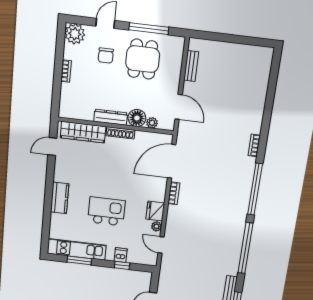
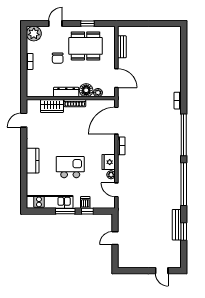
window: (149, 29) -> (88, 24), width x0.46
chair: (106, 55) -> (58, 58), moved
dining table: (143, 59) -> (86, 46), width x1.38
wardrobe: (83, 132) -> (52, 106), width x0.67
window: (79, 260) -> (65, 211), moved

